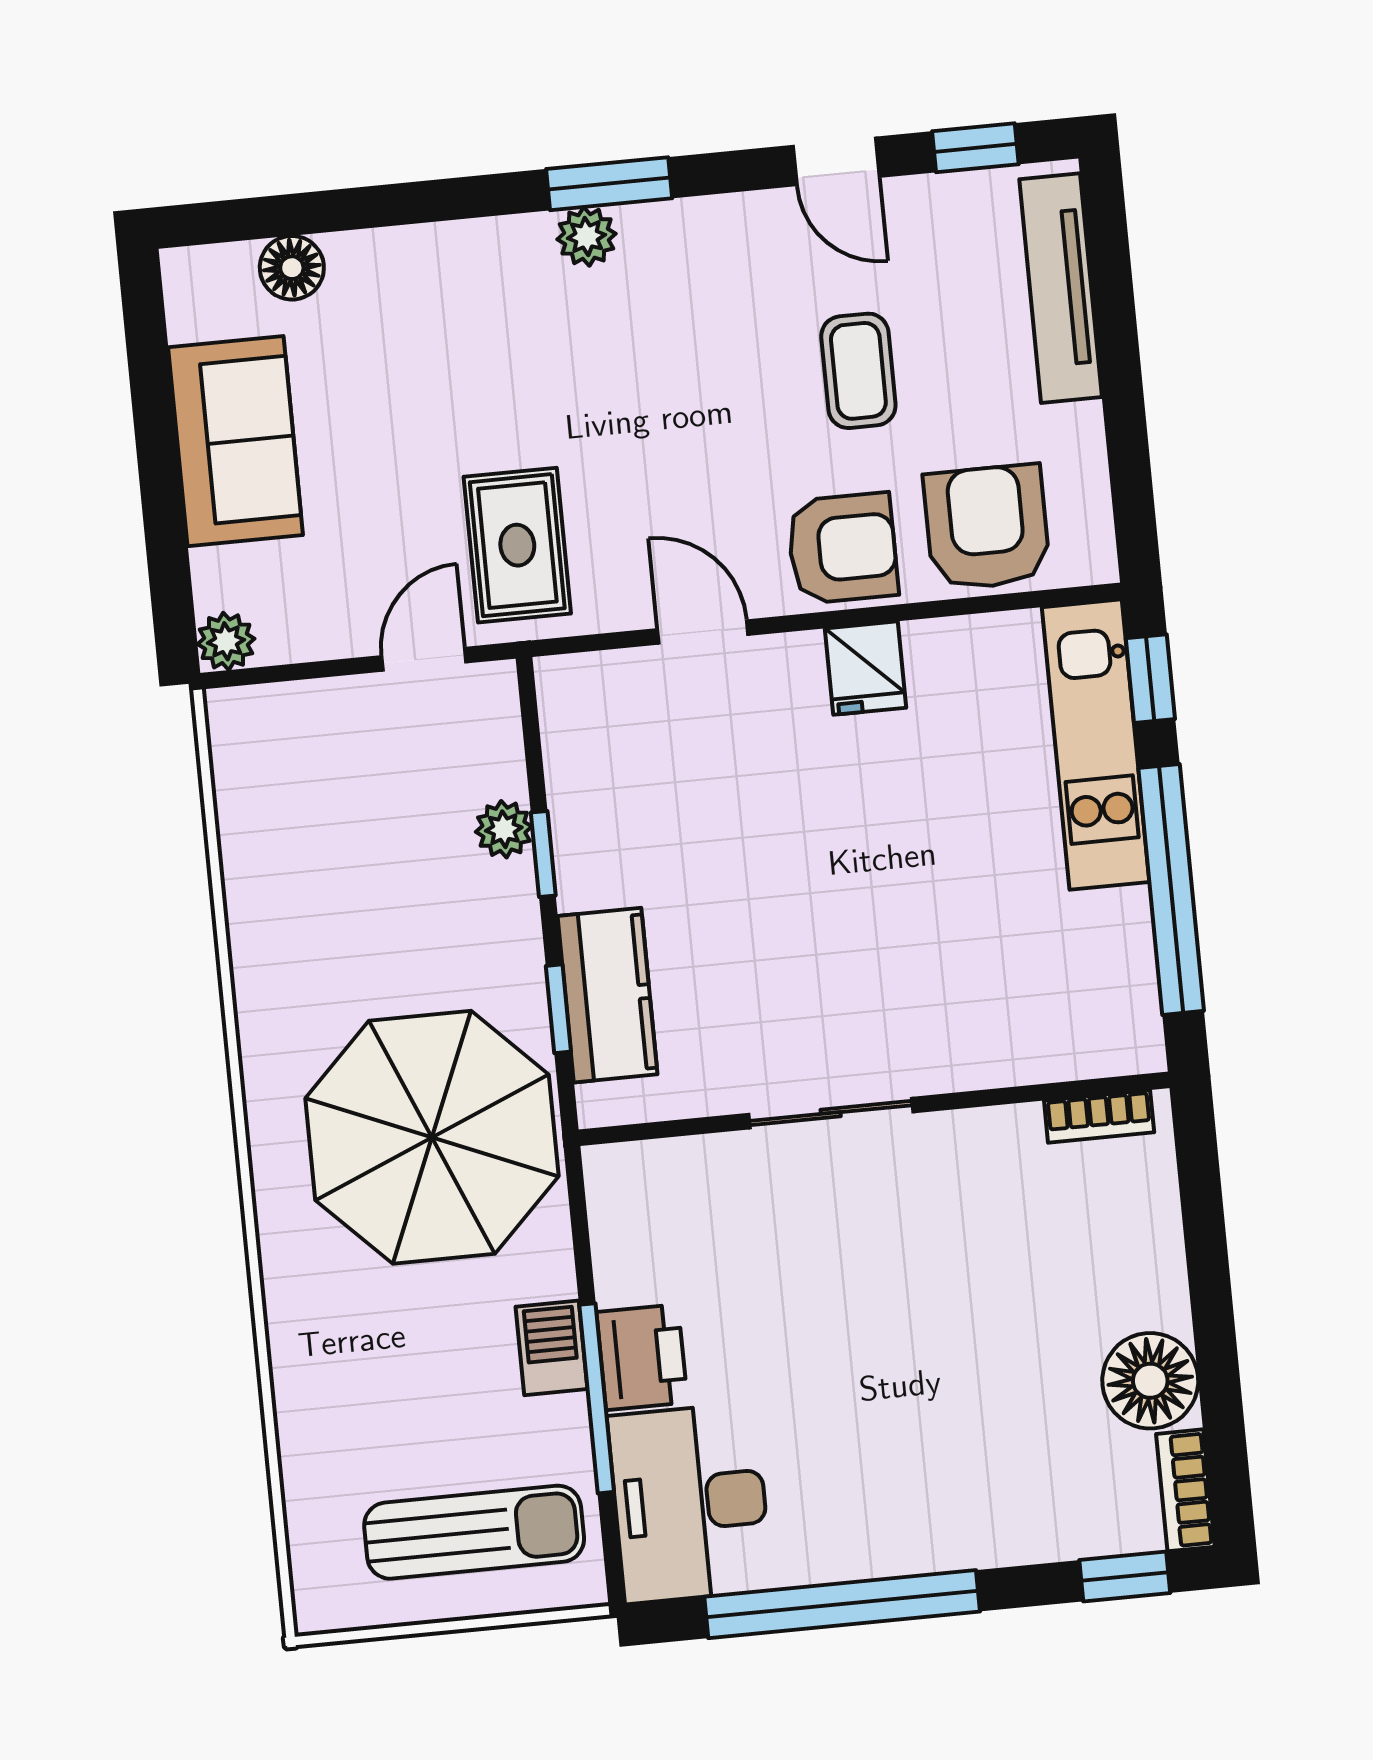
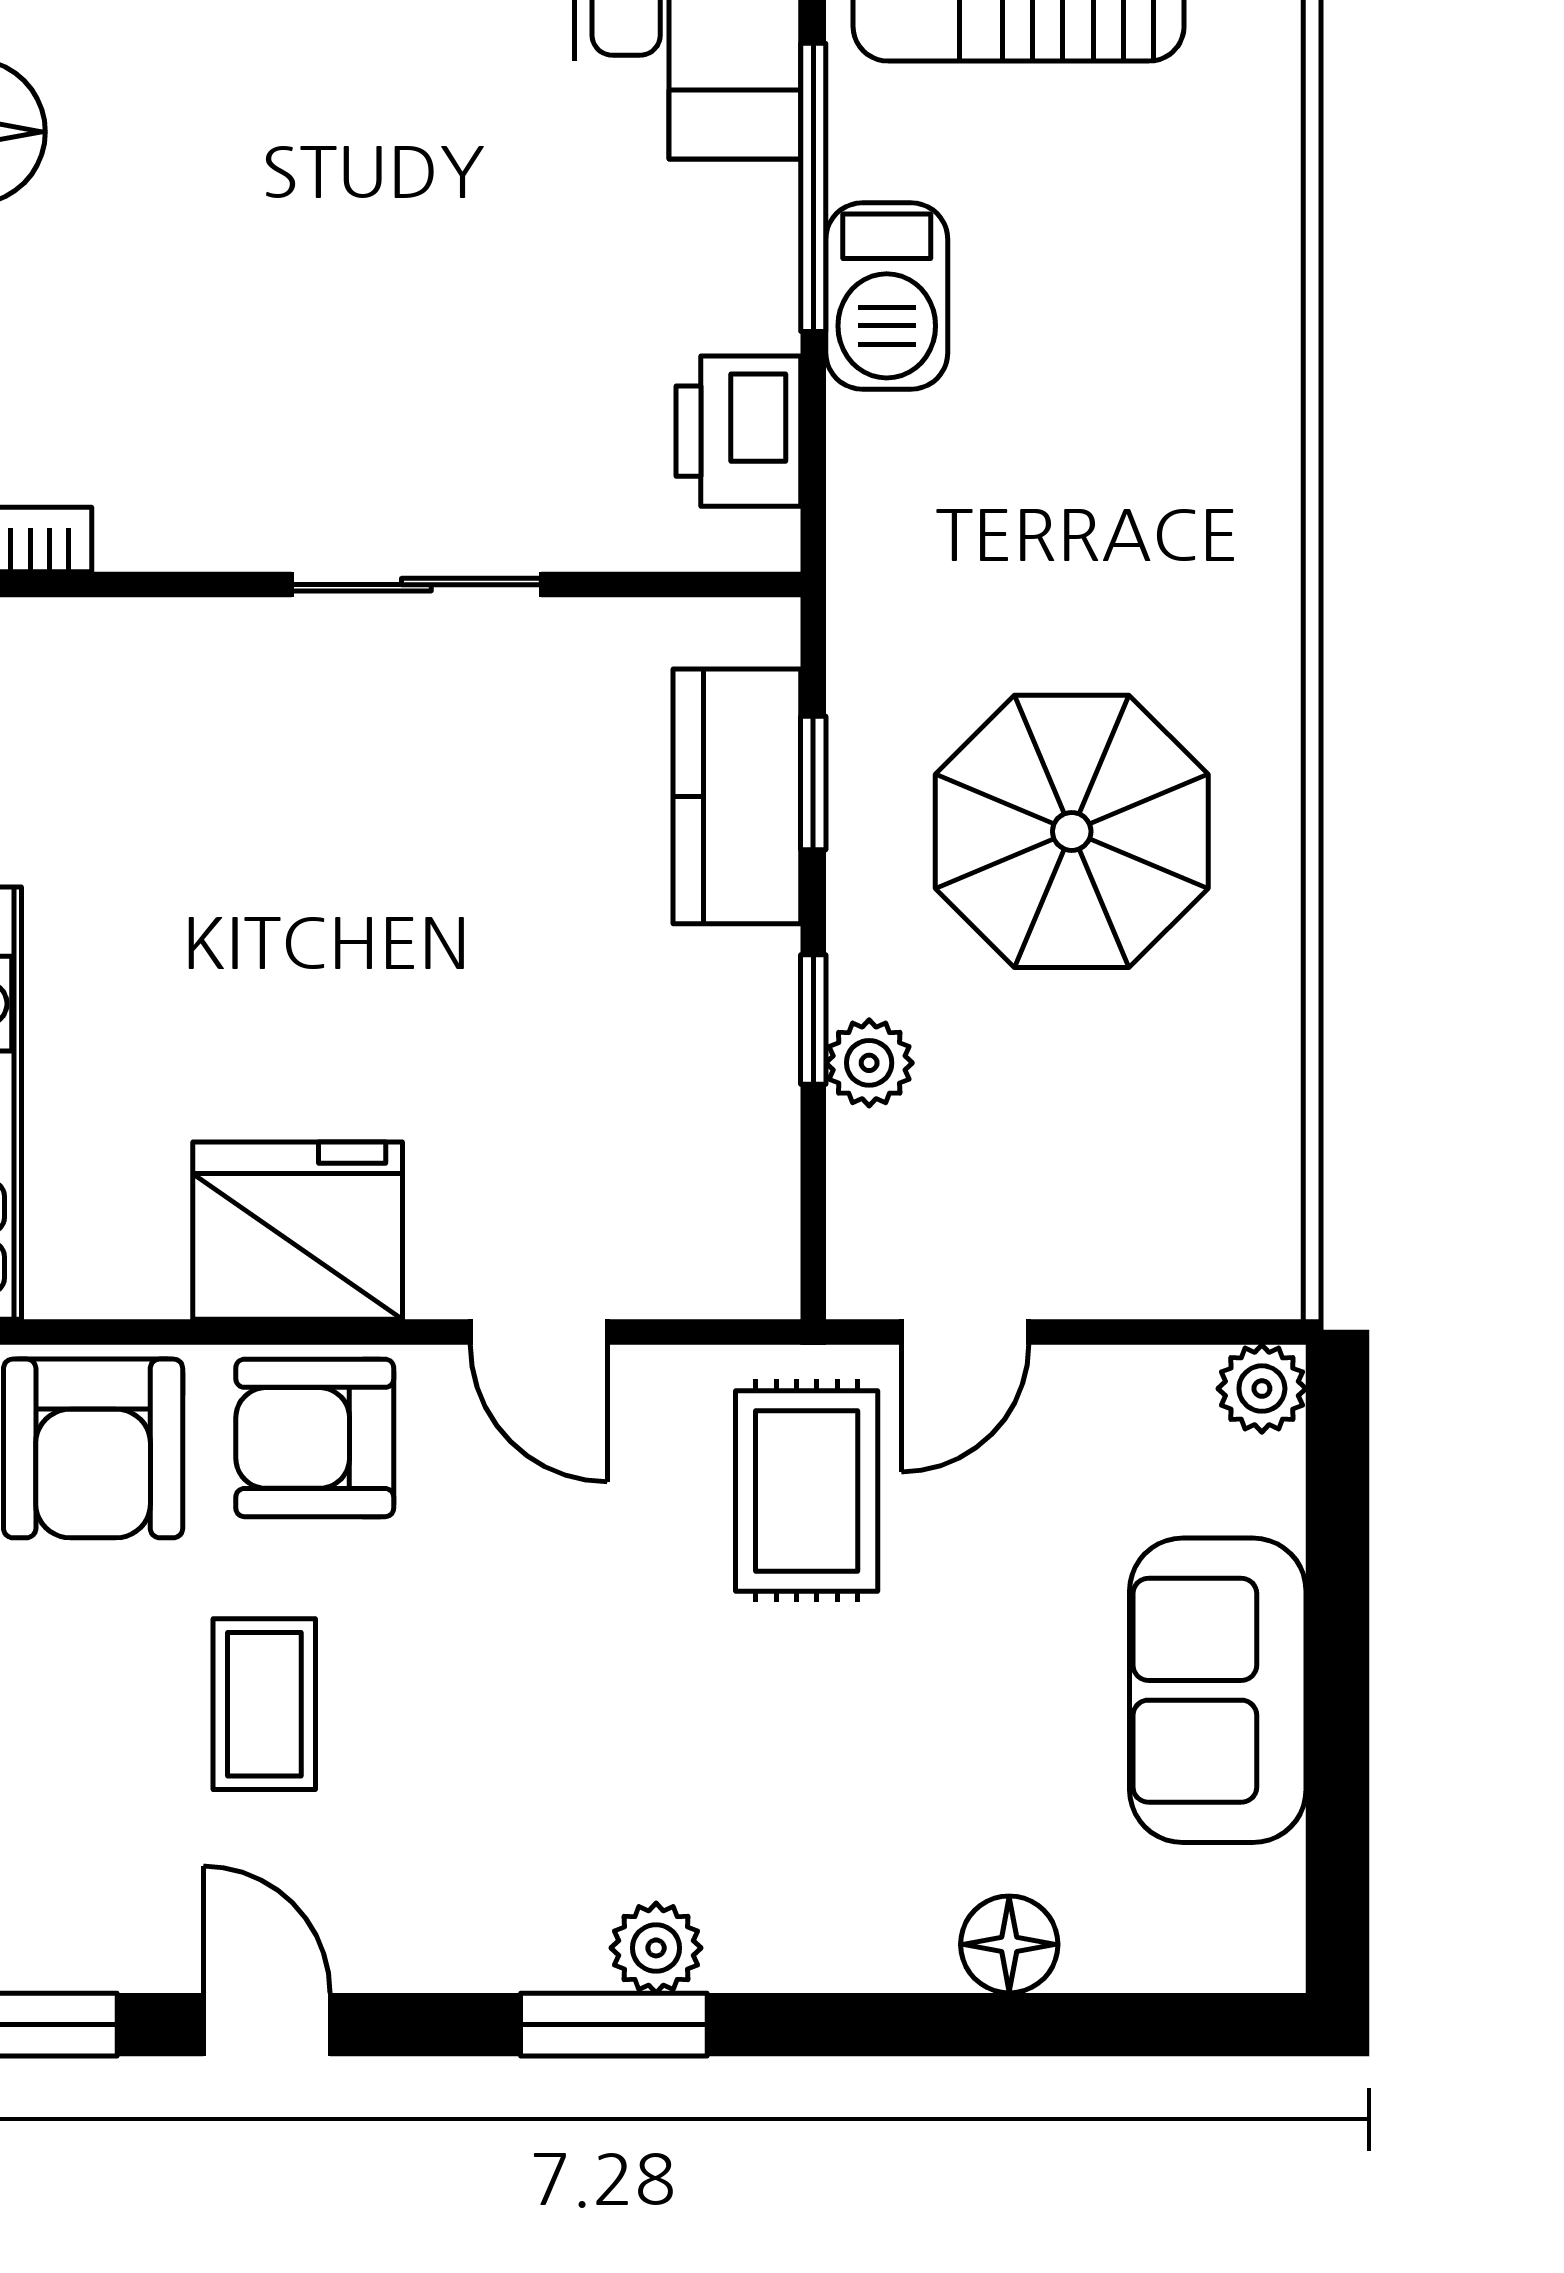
floor lamp: (292, 268) -> (1009, 1944), moved
fridge: (866, 668) -> (298, 1231), width x1.88, depth x1.34
parasol: (432, 1137) -> (1072, 831), moved, width x0.73, depth x0.73
barbecue: (552, 1348) -> (887, 296), width x1.38, depth x1.27
printer: (642, 1357) -> (738, 431), moved

